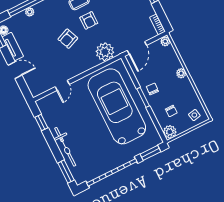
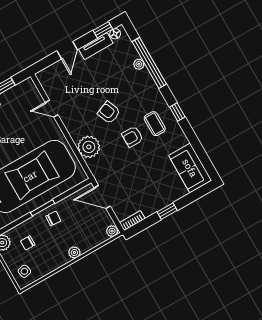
plant: (105, 52) -> (89, 147), moved

